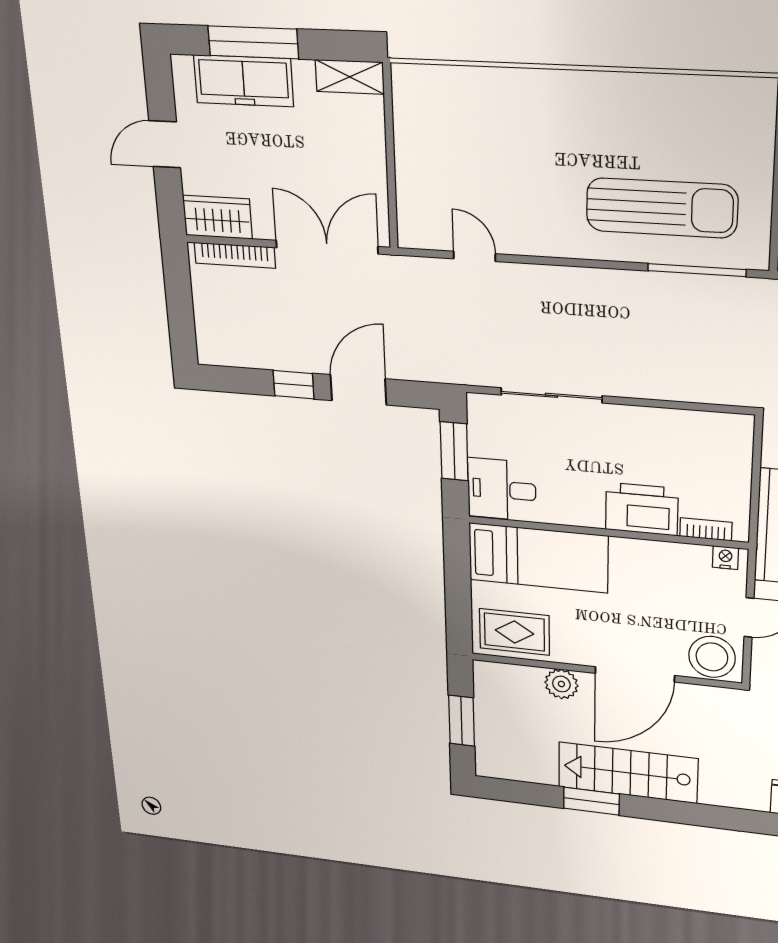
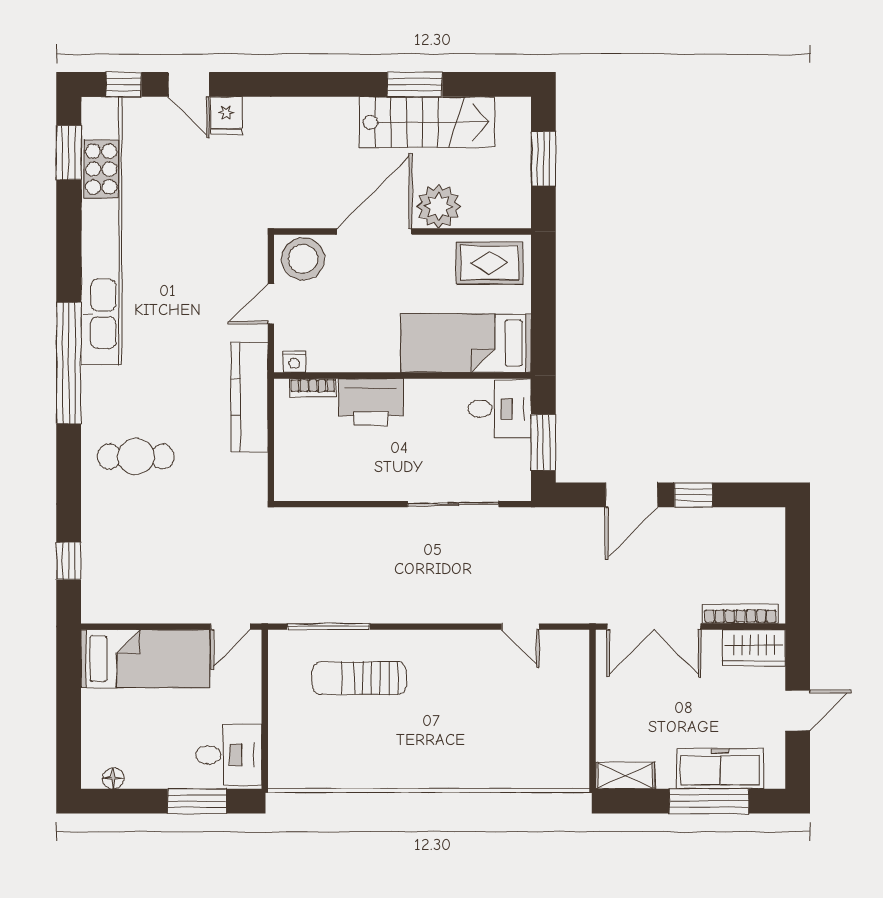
sun lounger: (662, 208) -> (359, 678), width x0.73, depth x0.75
plant: (561, 684) -> (439, 206), width x1.36, depth x1.36
stairs: (628, 773) -> (427, 122), moved

